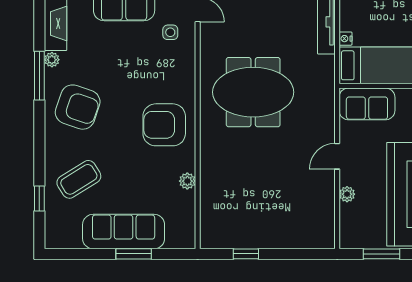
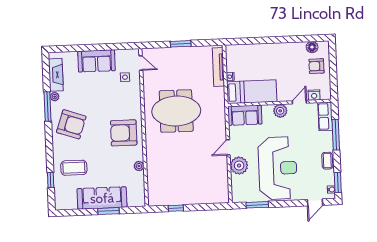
coffee table: (79, 179) -> (74, 168), turned 32
plant: (347, 194) -> (239, 166), width x1.88, depth x1.88

